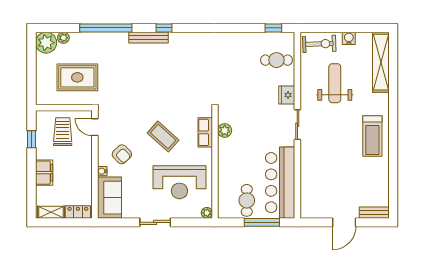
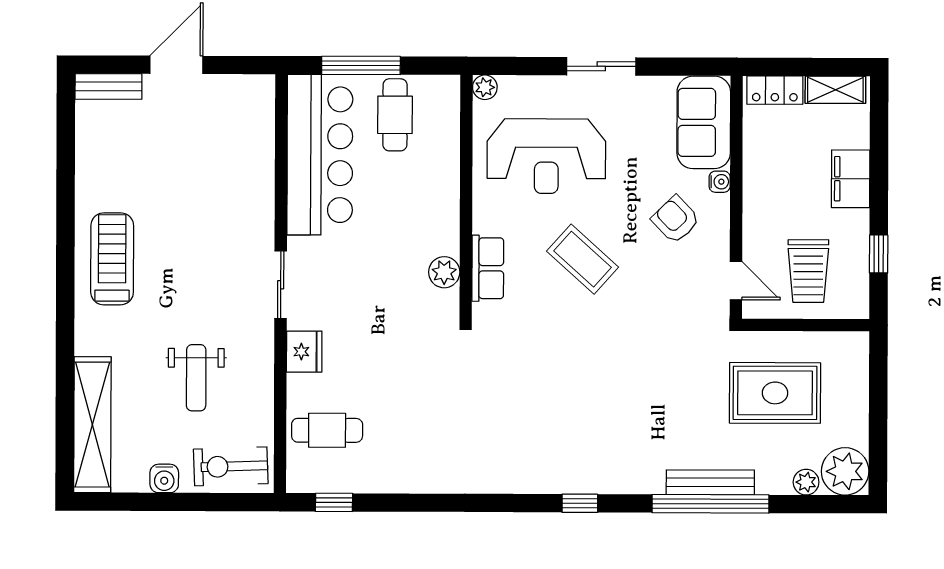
bench: (149, 38) -> (710, 482), moved
weight bench: (335, 83) -> (196, 378), width x0.73, depth x0.75
reception desk: (179, 182) -> (546, 156), turned 180

